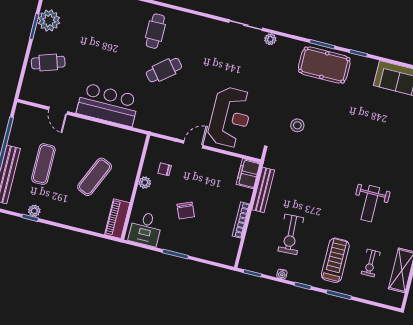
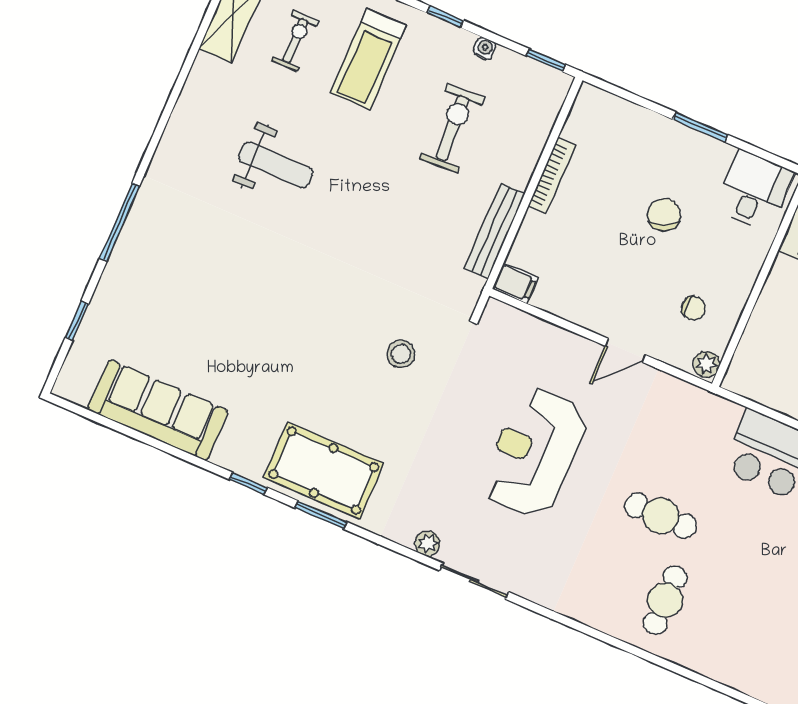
cafe table: (164, 70) -> (661, 516), turned 39
reception desk: (230, 117) -> (534, 452), moved
filing cabinet: (248, 174) -> (515, 283), width x0.50
plant: (145, 183) -> (706, 364), moved
weight bench: (370, 204) -> (276, 165), turned 90

